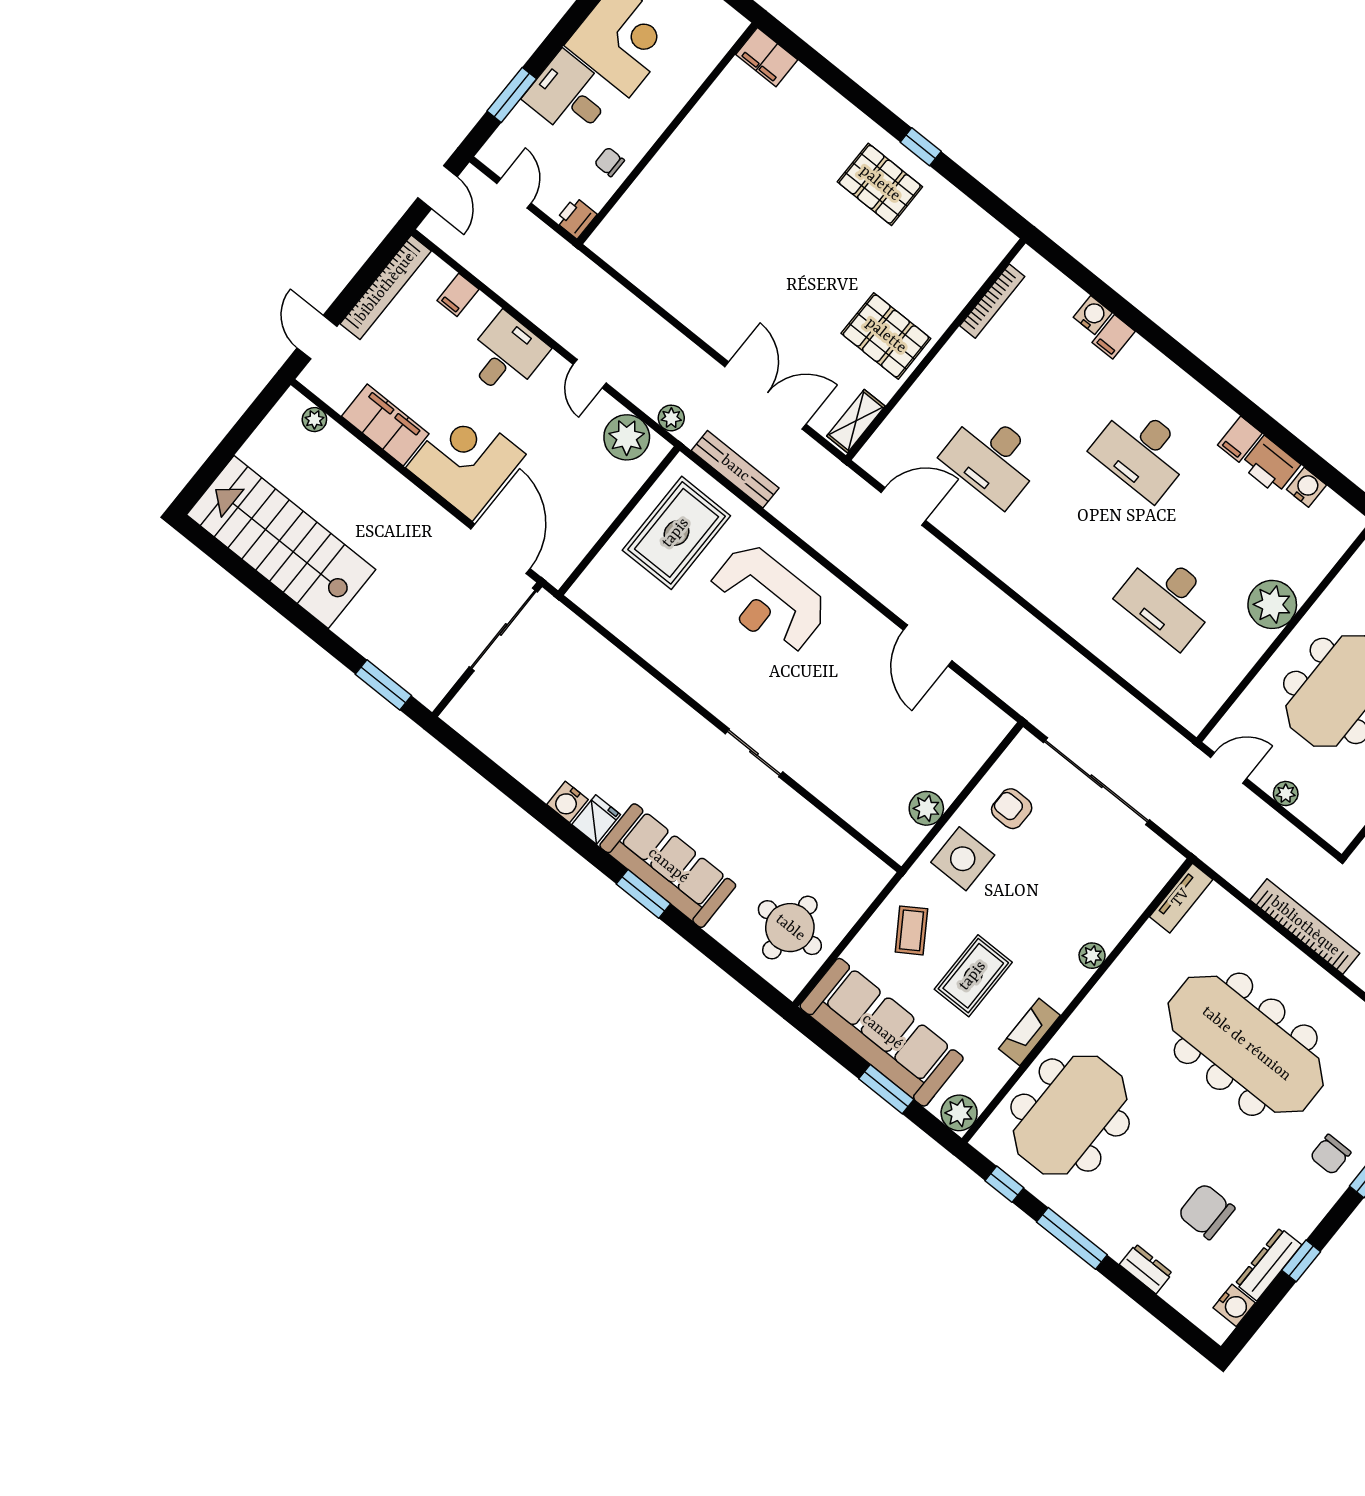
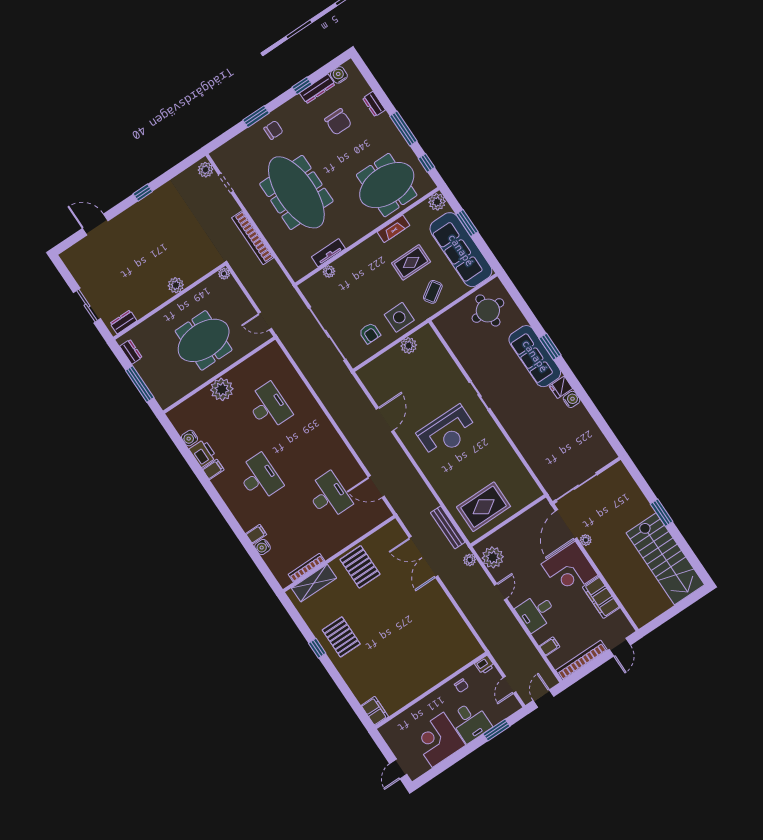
plant: (314, 420) -> (586, 540), moved
shelving: (856, 421) -> (314, 583), moved, width x1.50, depth x1.33
reception desk: (768, 600) -> (447, 432), moved, turned 90
window: (383, 685) -> (662, 513), moved
plant: (1286, 793) -> (224, 274), moved
tv unit: (1181, 898) -> (328, 253), moved
plant: (1092, 956) -> (329, 272), moved

